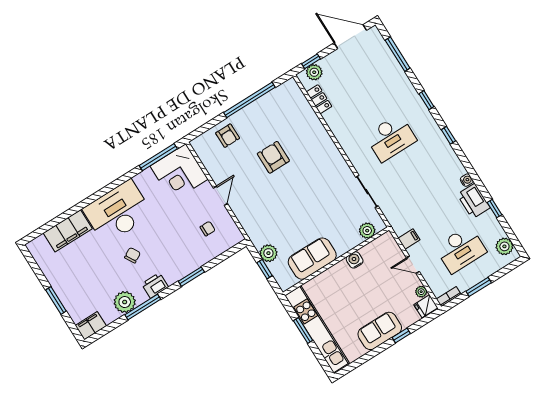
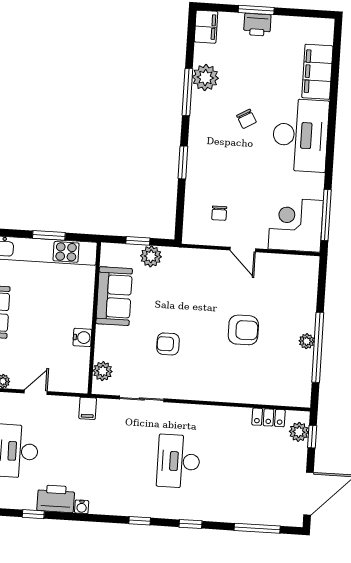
plant: (251, 110) -> (307, 341), added
armchair: (228, 136) -> (168, 344), moved
filing cabinet: (409, 239) -> (88, 408), moved
printer: (155, 285) -> (257, 25), moved, turned 90

